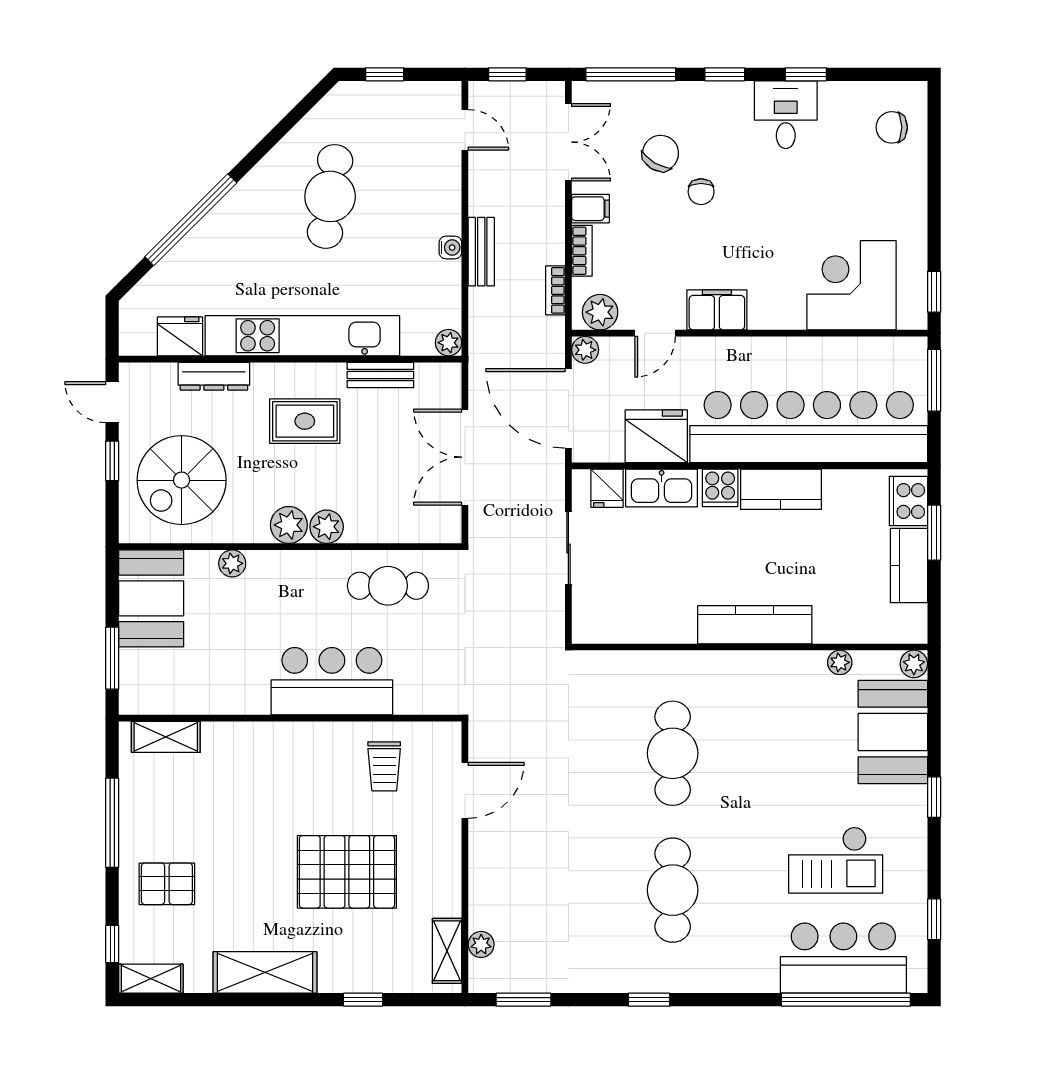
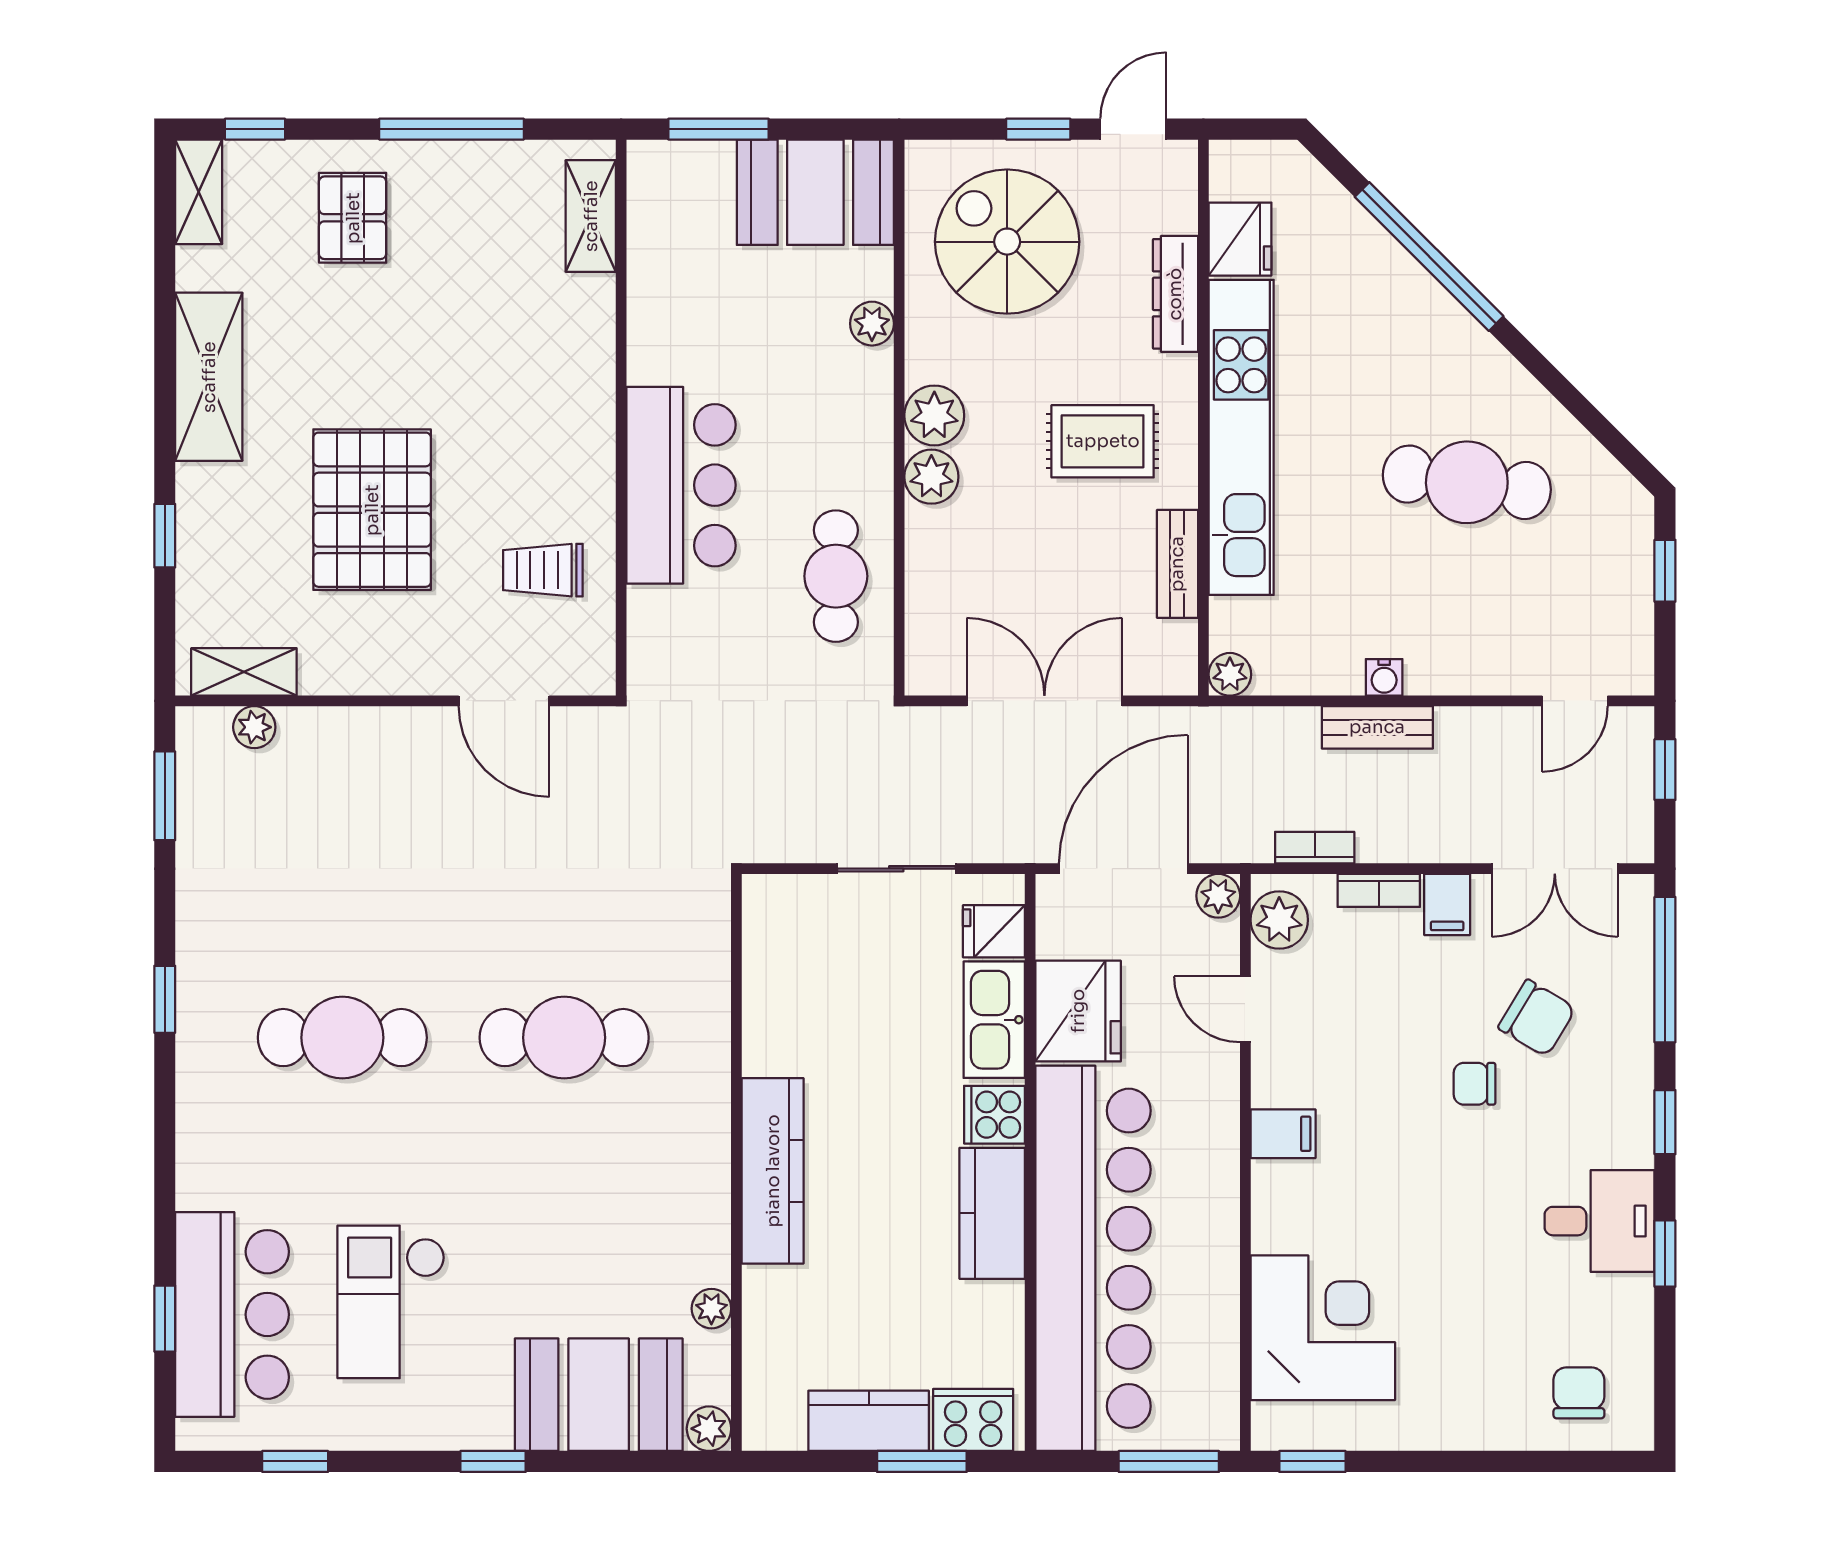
filing cabinet: (717, 310) -> (1283, 1134), width x0.50
rug: (305, 421) -> (1103, 441), turned 90
window: (846, 1000) -> (165, 1319), width x0.32

